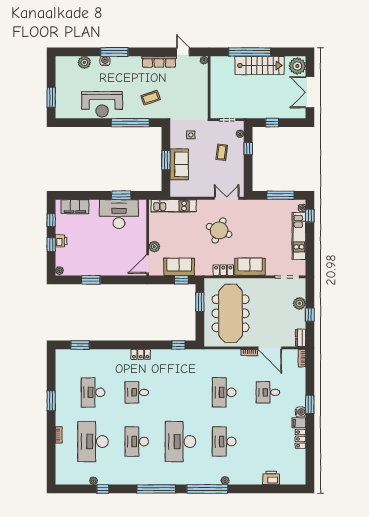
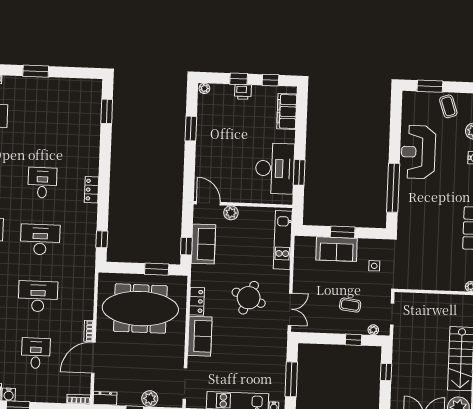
coffee table: (151, 98) -> (448, 106), moved
desk: (93, 392) -> (40, 240), moved

